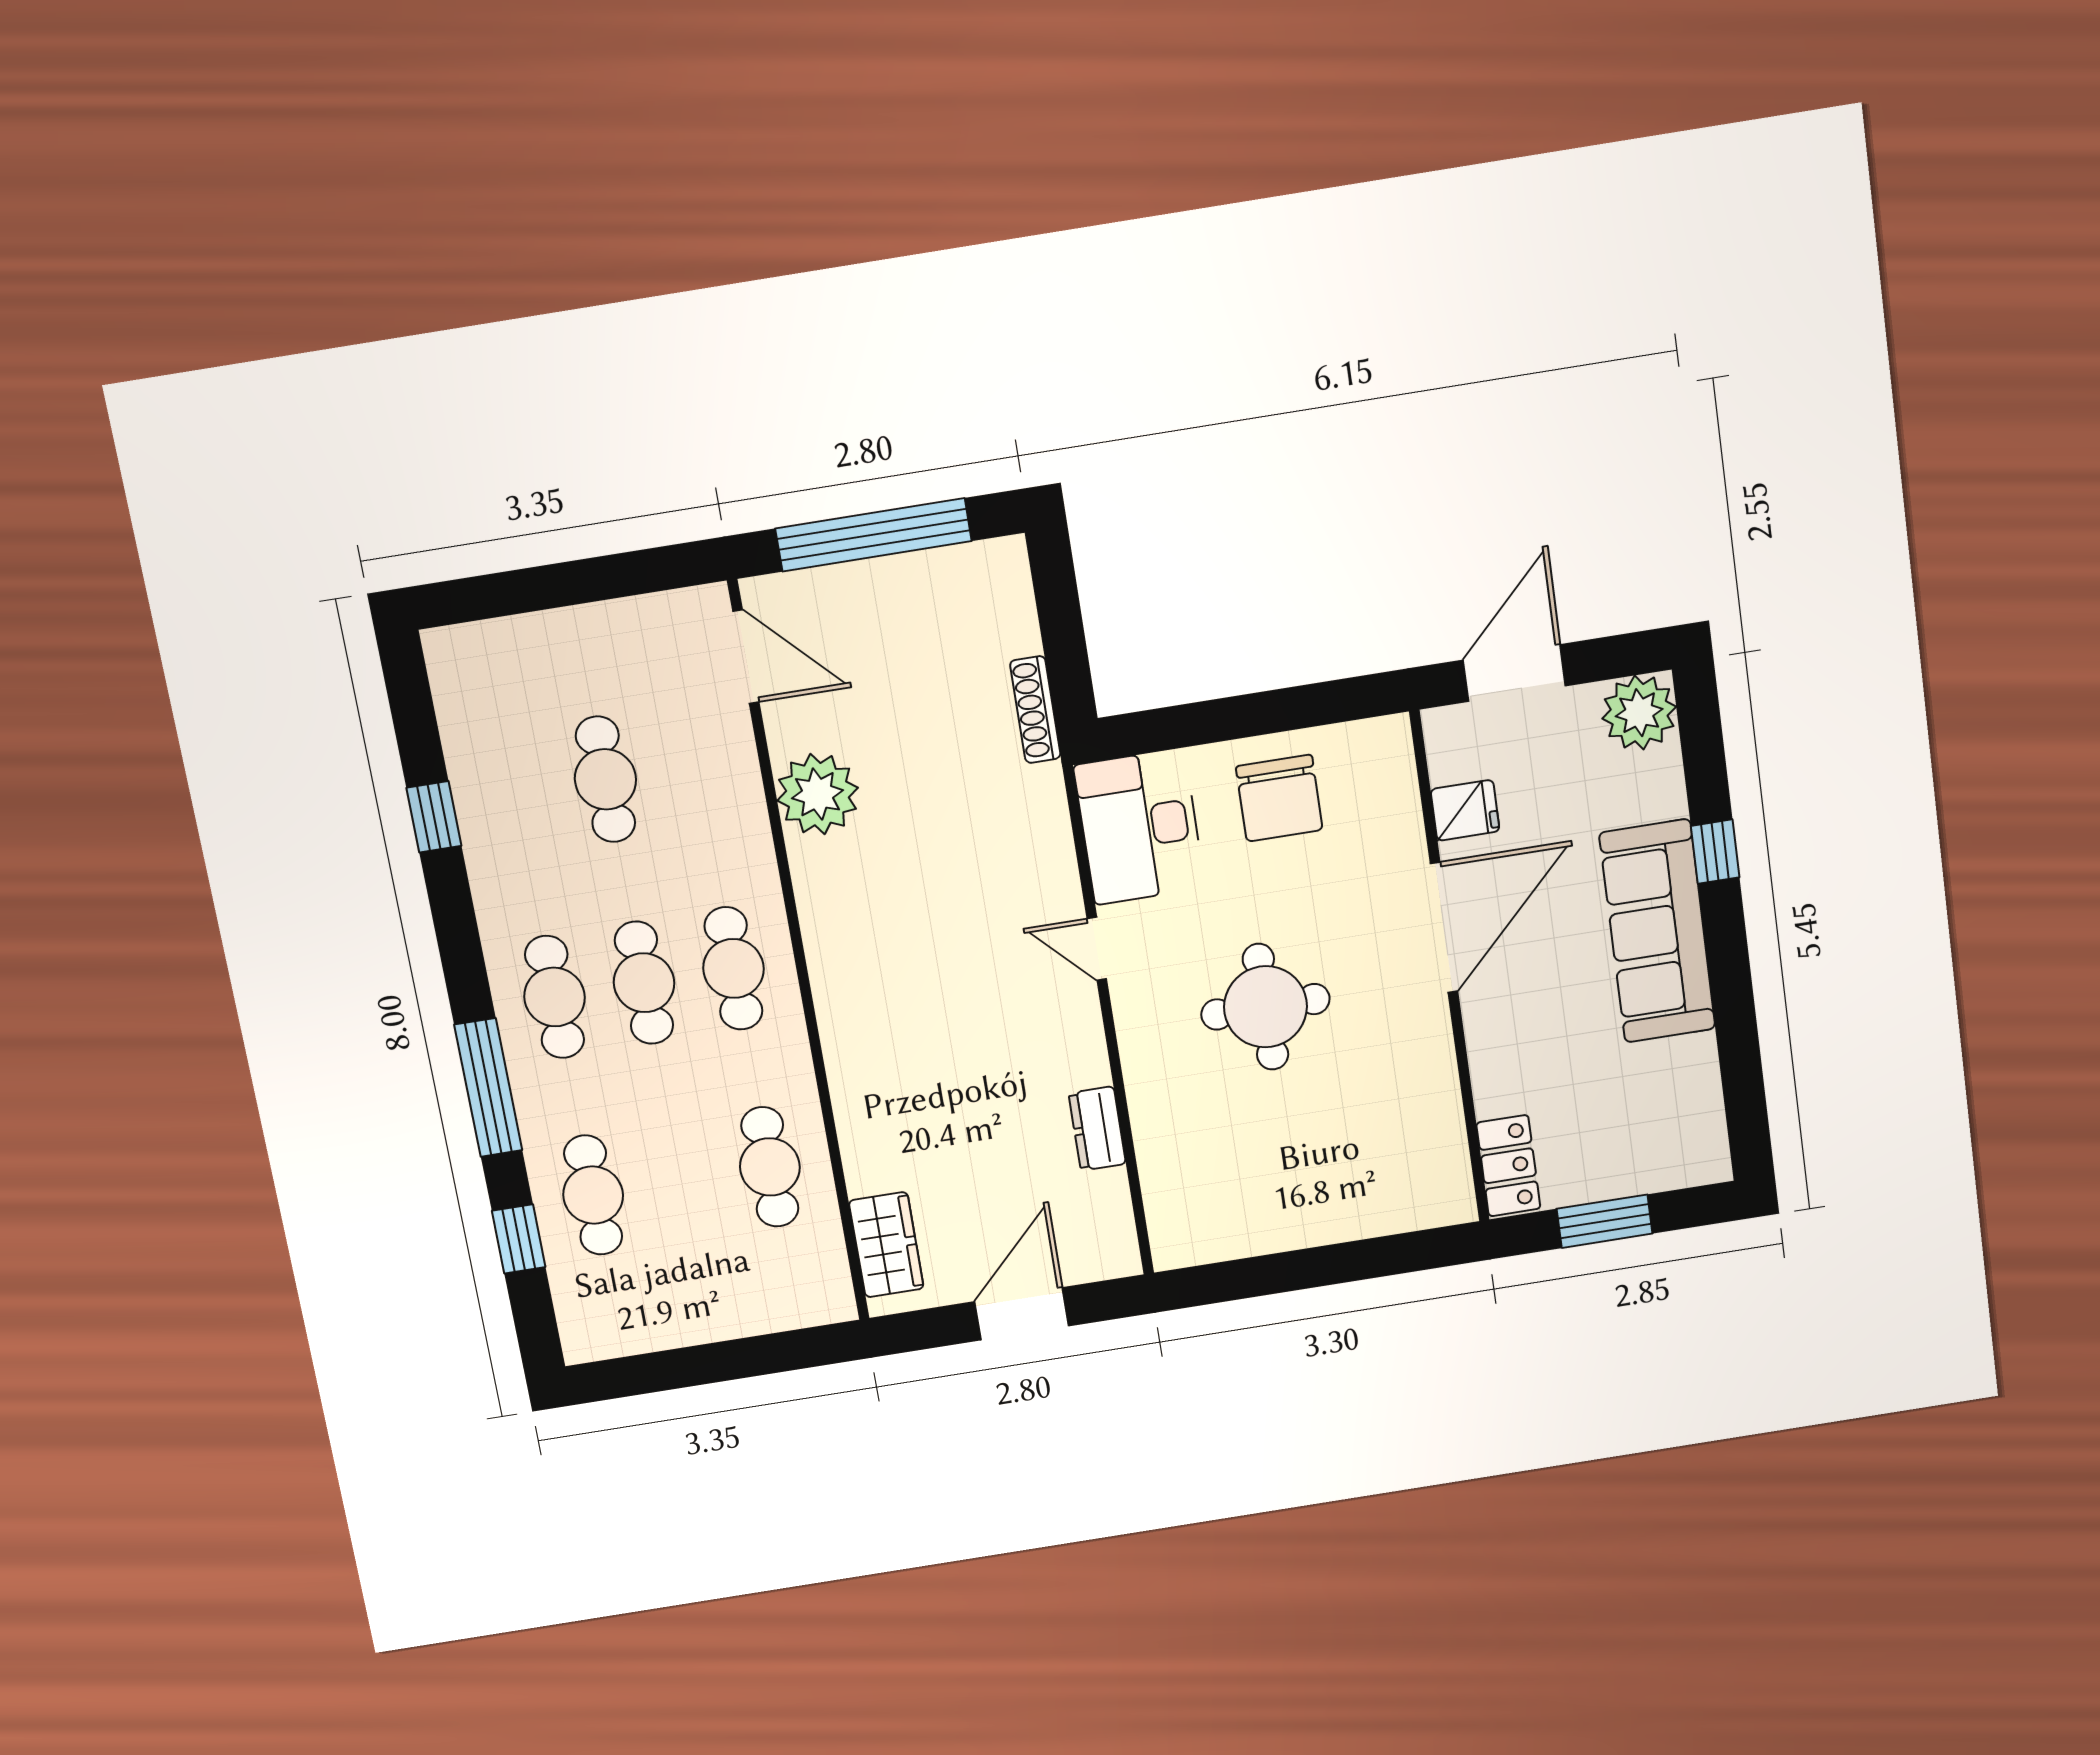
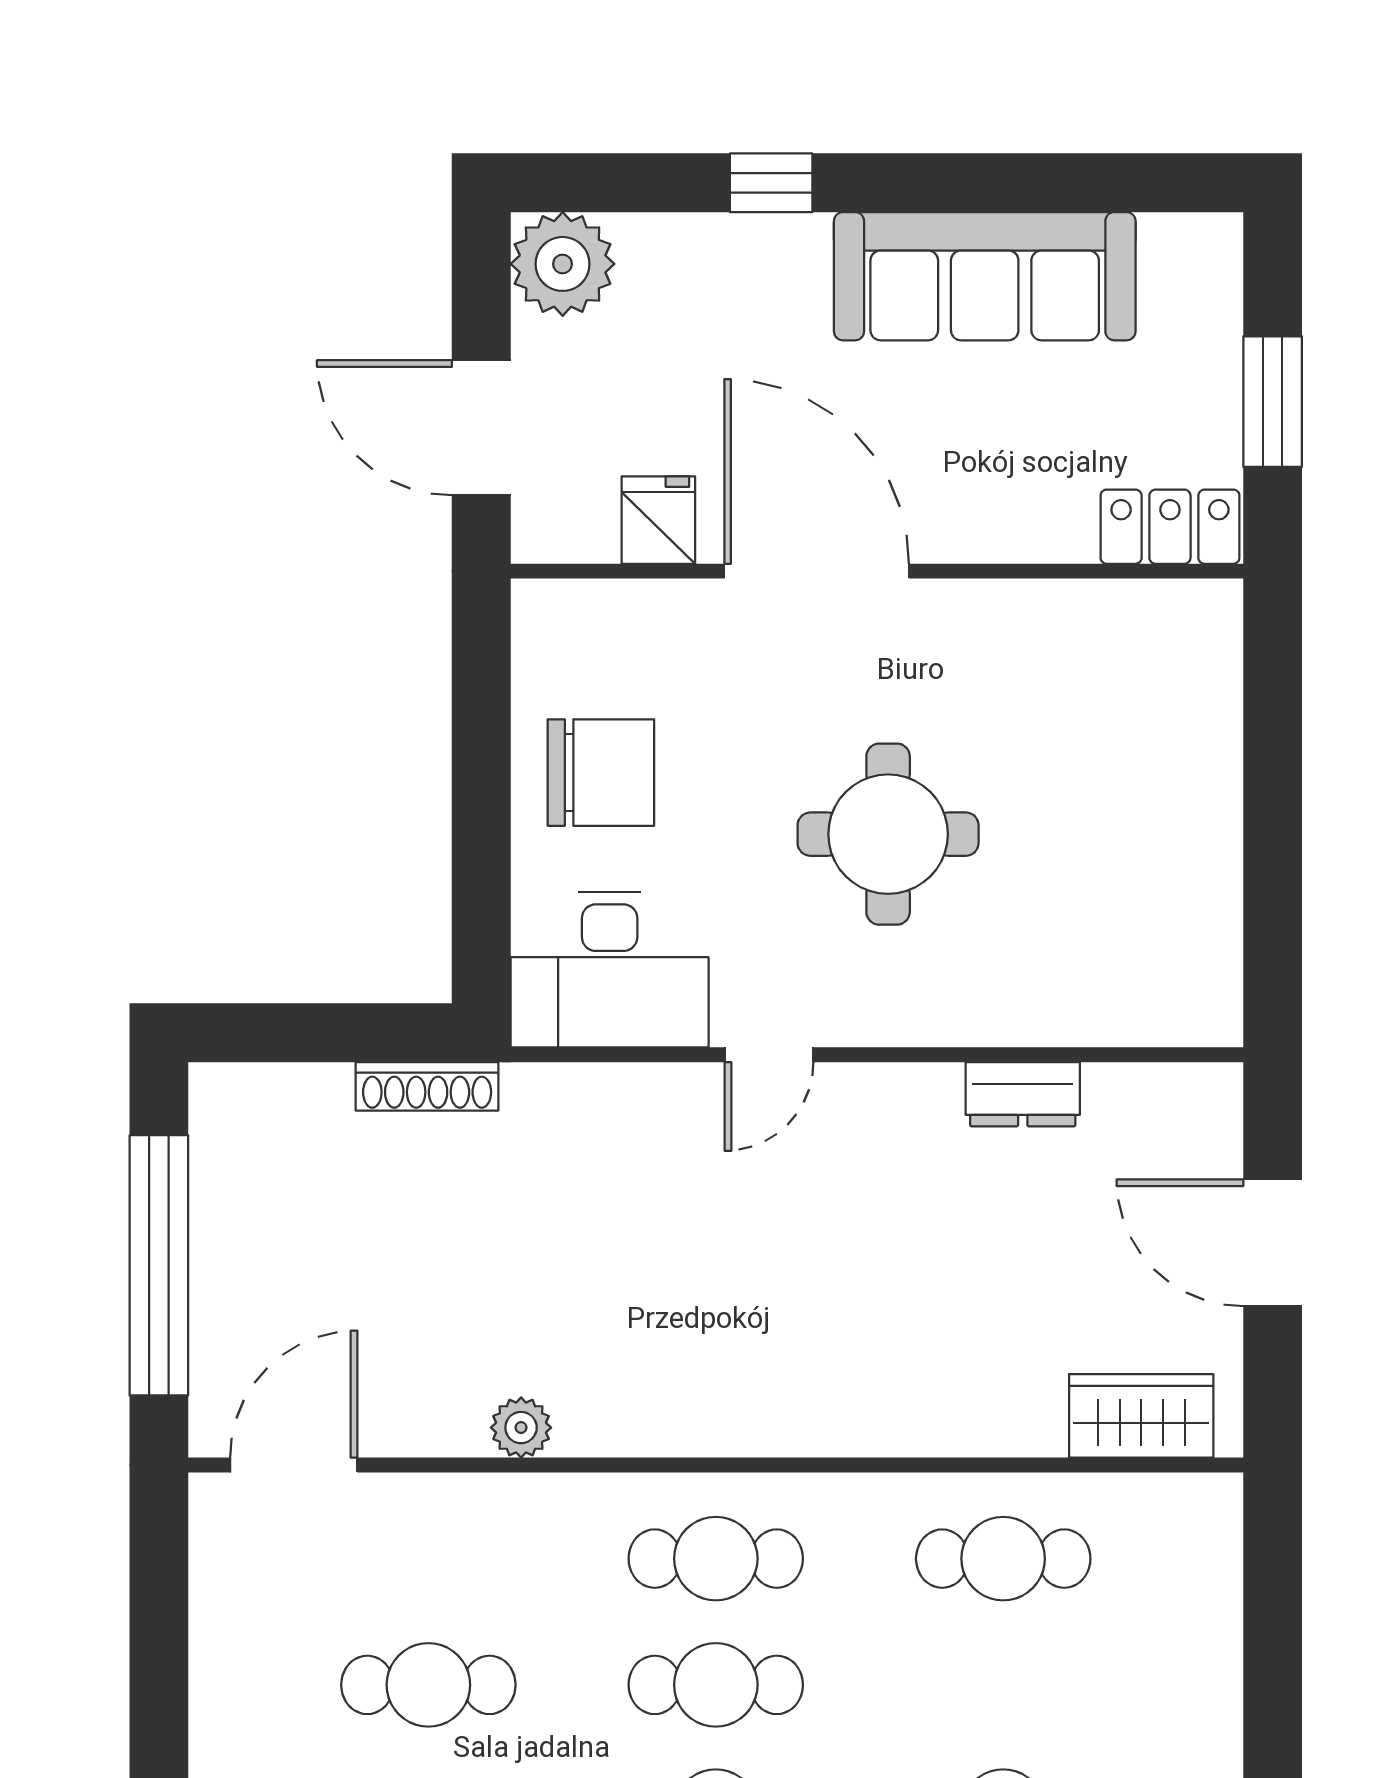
plant: (818, 794) -> (521, 1428), width x0.53, depth x0.53
sofa: (1657, 931) -> (985, 276), moved

